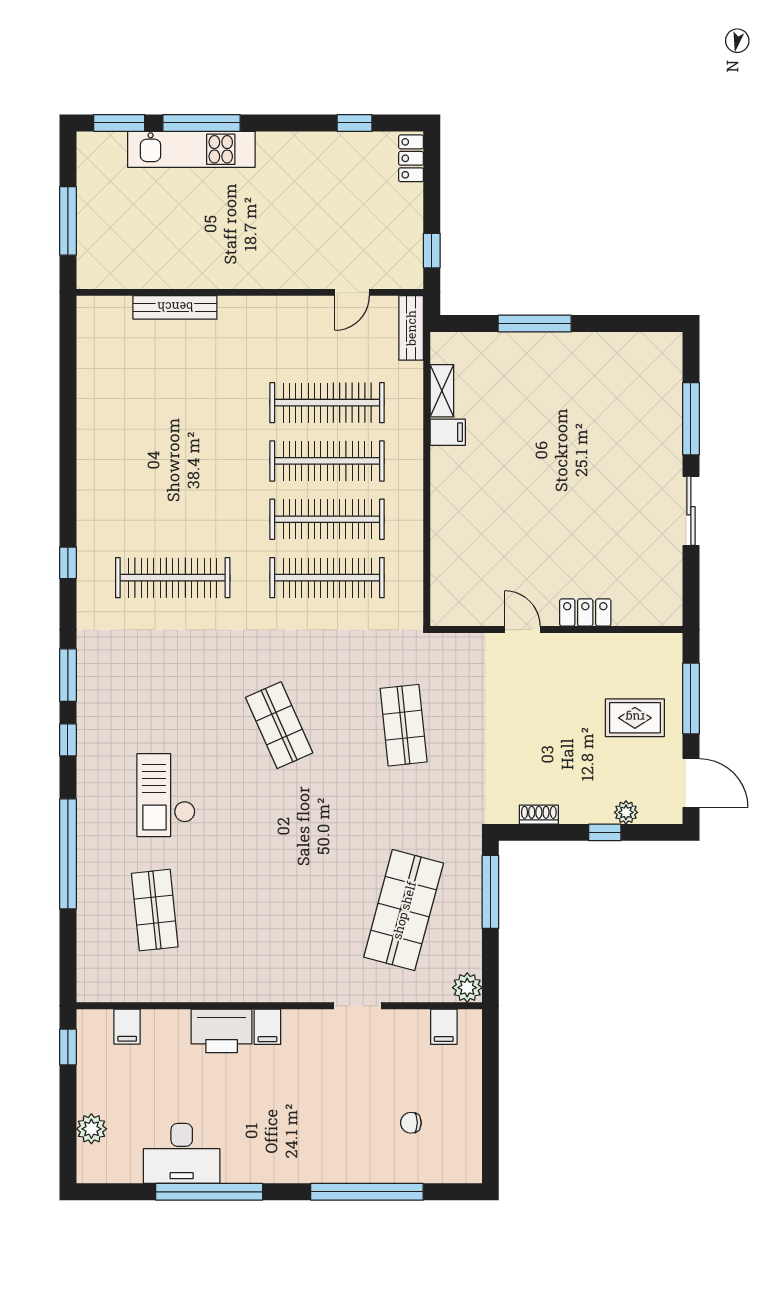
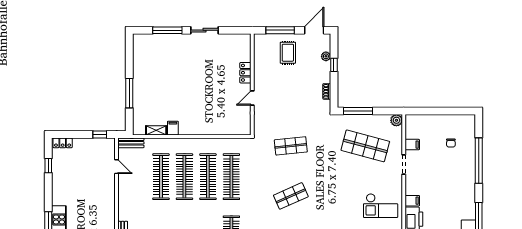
checkout: (255, 948) -> (381, 206), added
filing cabinet: (444, 1027) -> (412, 145), moved

